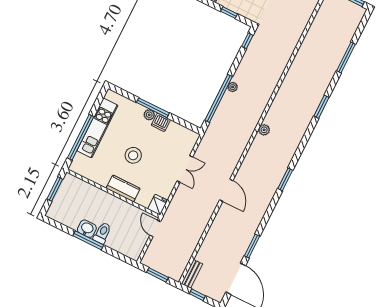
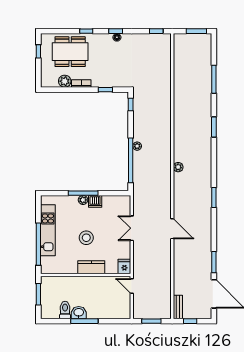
double door: (185, 169) -> (132, 228), swing flipped
toilet: (102, 233) -> (65, 310), moved

